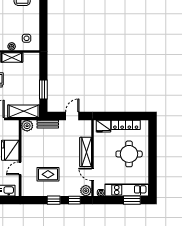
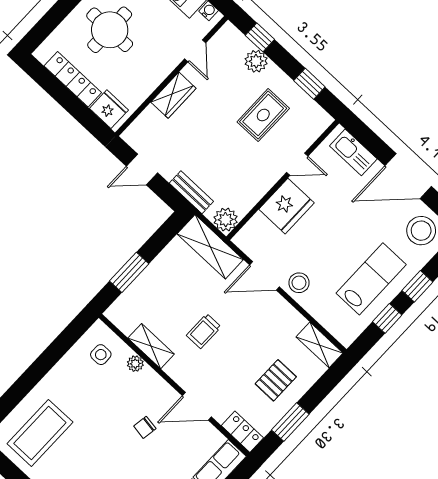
window: (43, 89) -> (129, 272), moved
wardrobe: (86, 152) -> (173, 95), width x0.67
rug: (48, 174) -> (263, 115), turned 90
plant: (86, 191) -> (256, 61), moved
window: (54, 200) -> (309, 84), moved

